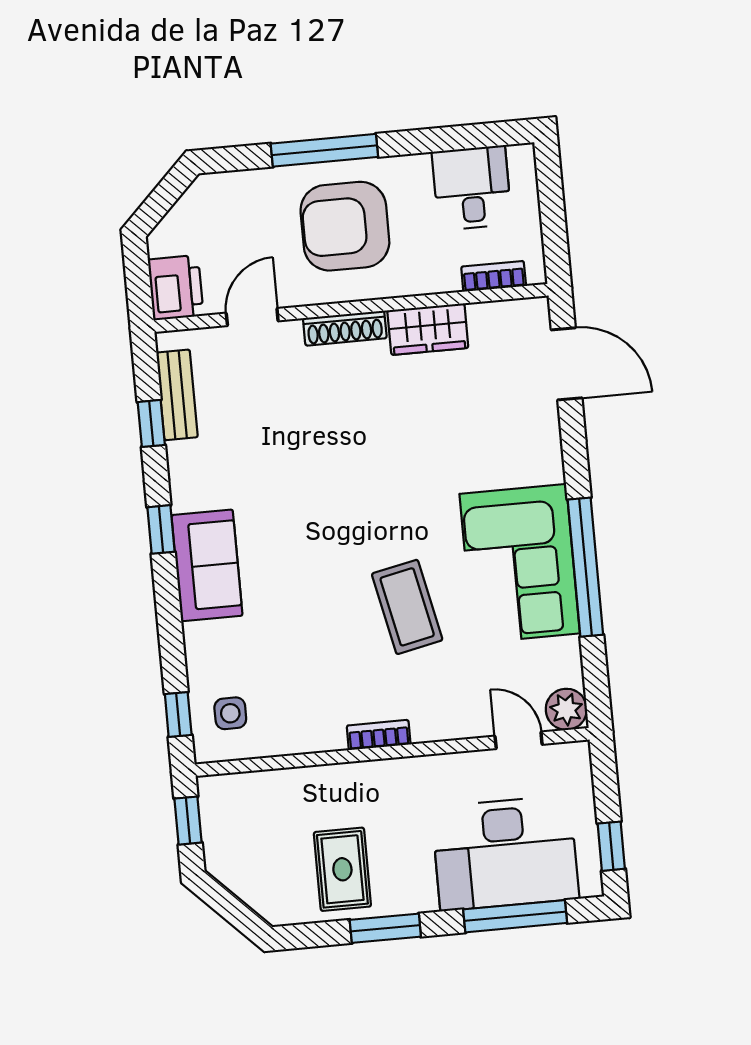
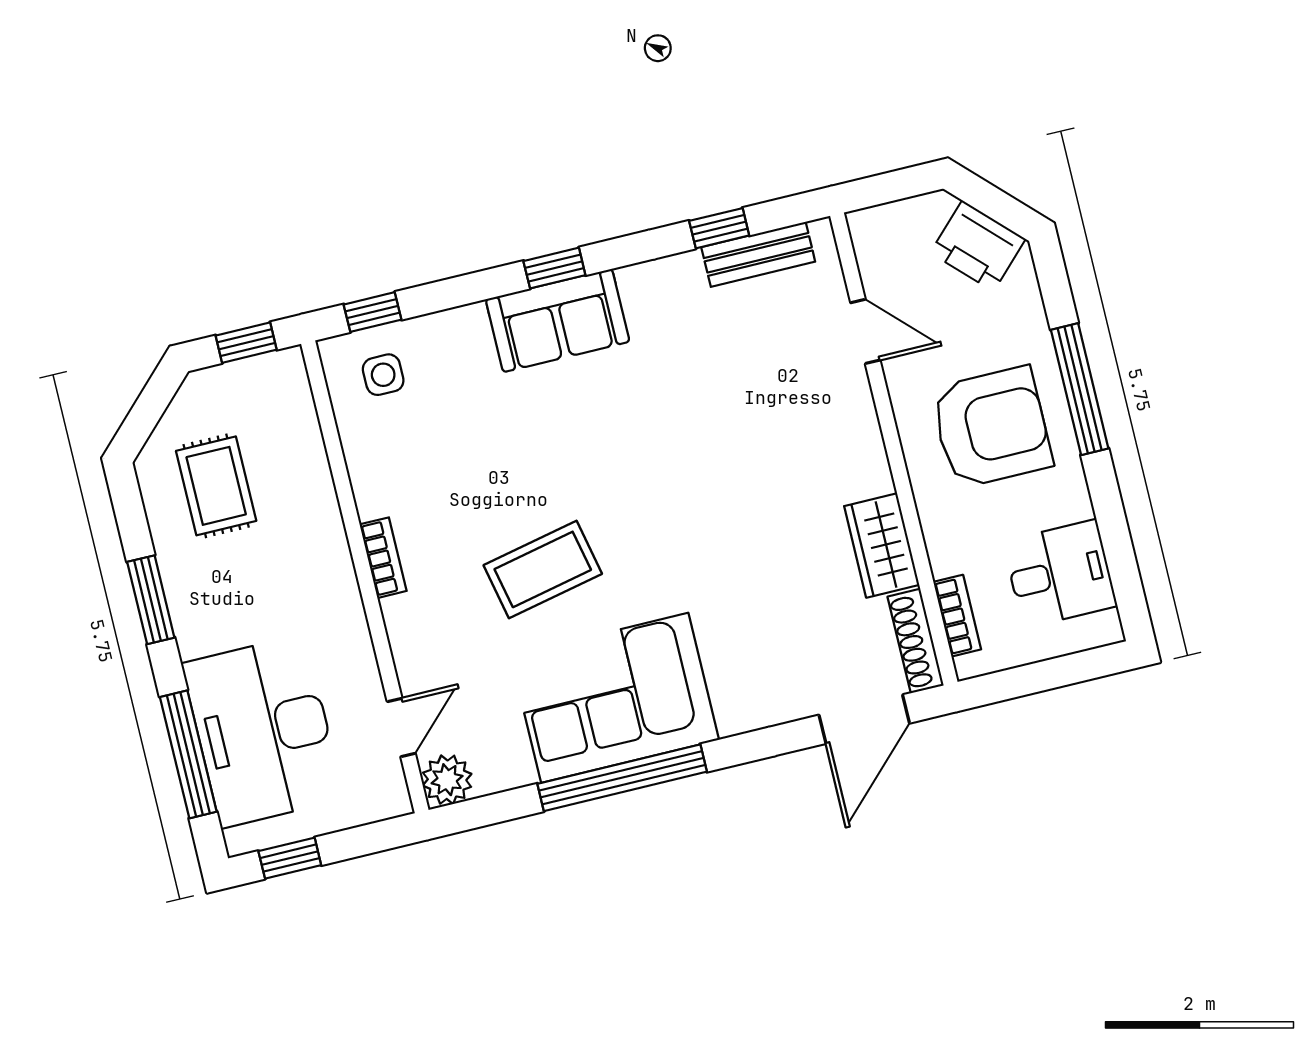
armchair: (345, 226) -> (991, 427), turned 90
printer: (176, 288) -> (978, 246), moved, turned 45
shoe rack: (345, 328) -> (916, 641), moved
window: (161, 529) -> (554, 268), moved
rug: (342, 869) -> (216, 486), moved, turned 90

